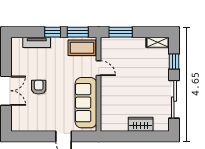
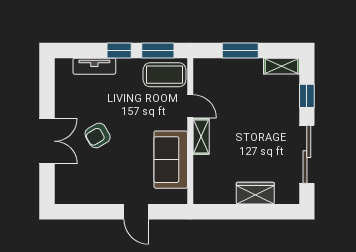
window: (121, 32) -> (240, 50), moved
armchair: (39, 87) -> (98, 135), turned -120
shelving: (106, 88) -> (201, 137), added
sofa: (86, 103) -> (171, 160), width x0.73

